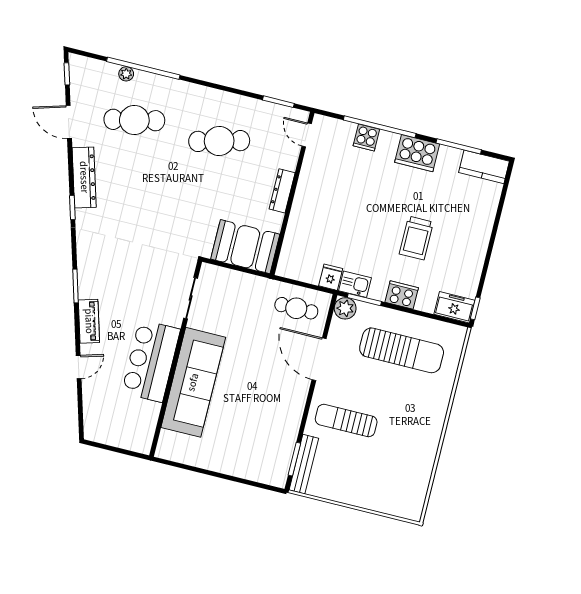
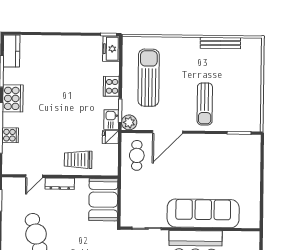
door: (307, 135) -> (34, 176), moved
trolley: (416, 238) -> (78, 160), moved, turned 180
bench: (304, 464) -> (220, 43), moved

